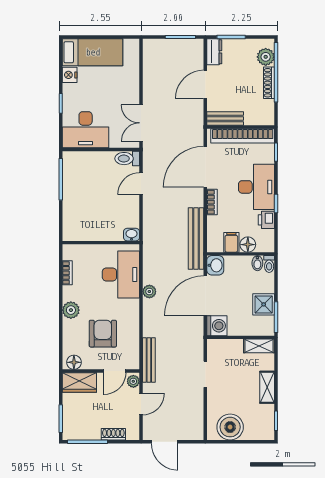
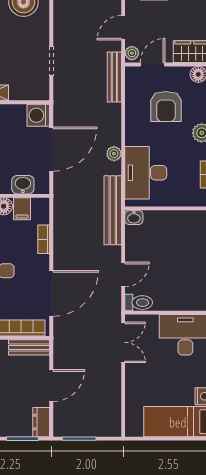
bookcase: (212, 202) -> (44, 239), moved
bench: (196, 239) -> (113, 210), moved
washbasin: (215, 265) -> (23, 185), moved, turned 90

